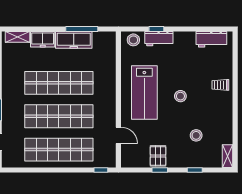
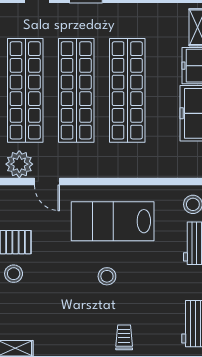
door: (118, 135) -> (47, 181), hinge flipped
stool: (196, 135) -> (14, 274), moved
plant: (107, 153) -> (19, 164), added

